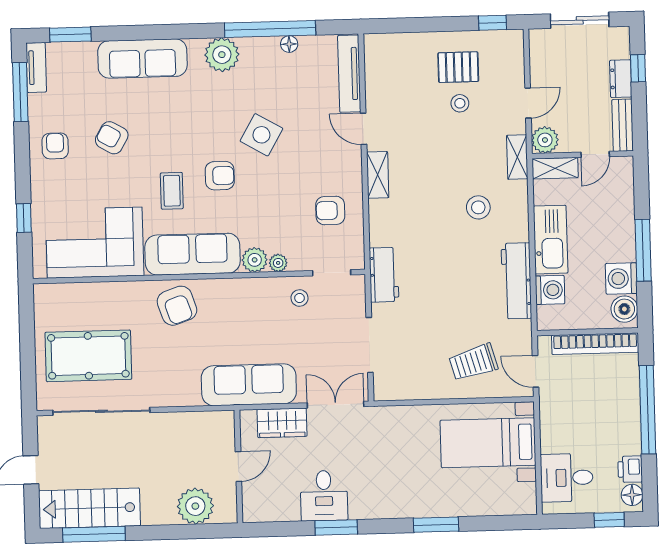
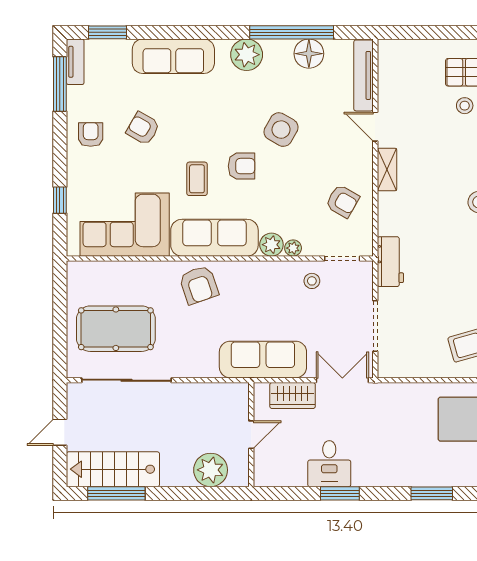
floor lamp: (289, 44) -> (309, 54), width x1.89, depth x1.89
armchair: (330, 210) -> (342, 201), turned -150

